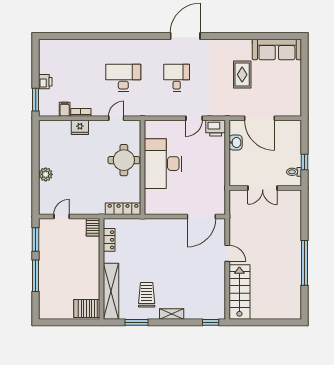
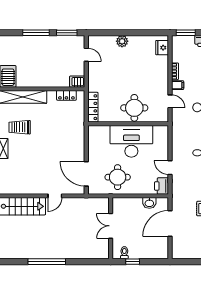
filing cabinet: (65, 109) -> (178, 85), moved
fridge: (80, 127) -> (162, 48), moved
round table: (205, 180) -> (118, 177), added
trolley: (147, 295) -> (20, 127), turned 180

